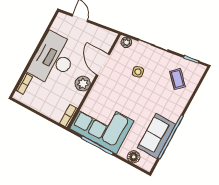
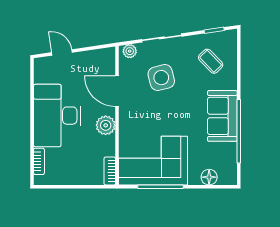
side table: (138, 72) -> (161, 78), width x1.87, depth x1.87
sofa: (157, 136) -> (222, 116), moved

